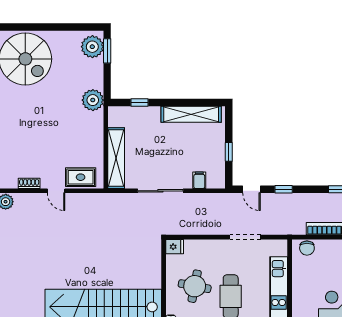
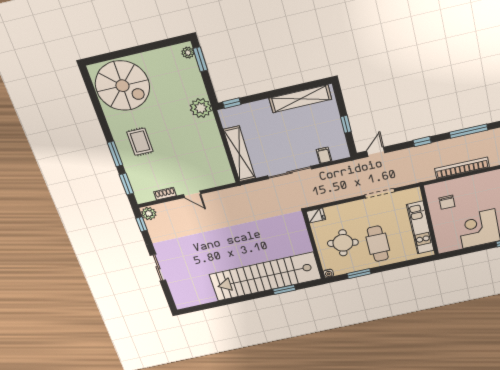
plant: (92, 47) -> (188, 53), width x0.53, depth x0.53
window: (140, 102) -> (232, 103), moved
rug: (81, 177) -> (140, 142), moved, turned 90
door: (252, 189) -> (376, 152), swing flipped
window: (284, 189) -> (422, 142), moved
chair: (307, 248) -> (447, 202), moved

